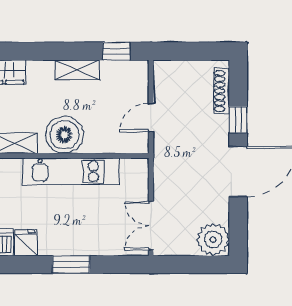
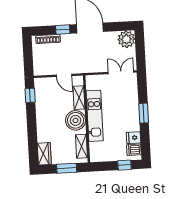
shelving: (77, 70) -> (79, 98), moved
double door: (151, 226) -> (121, 72), swing flipped

